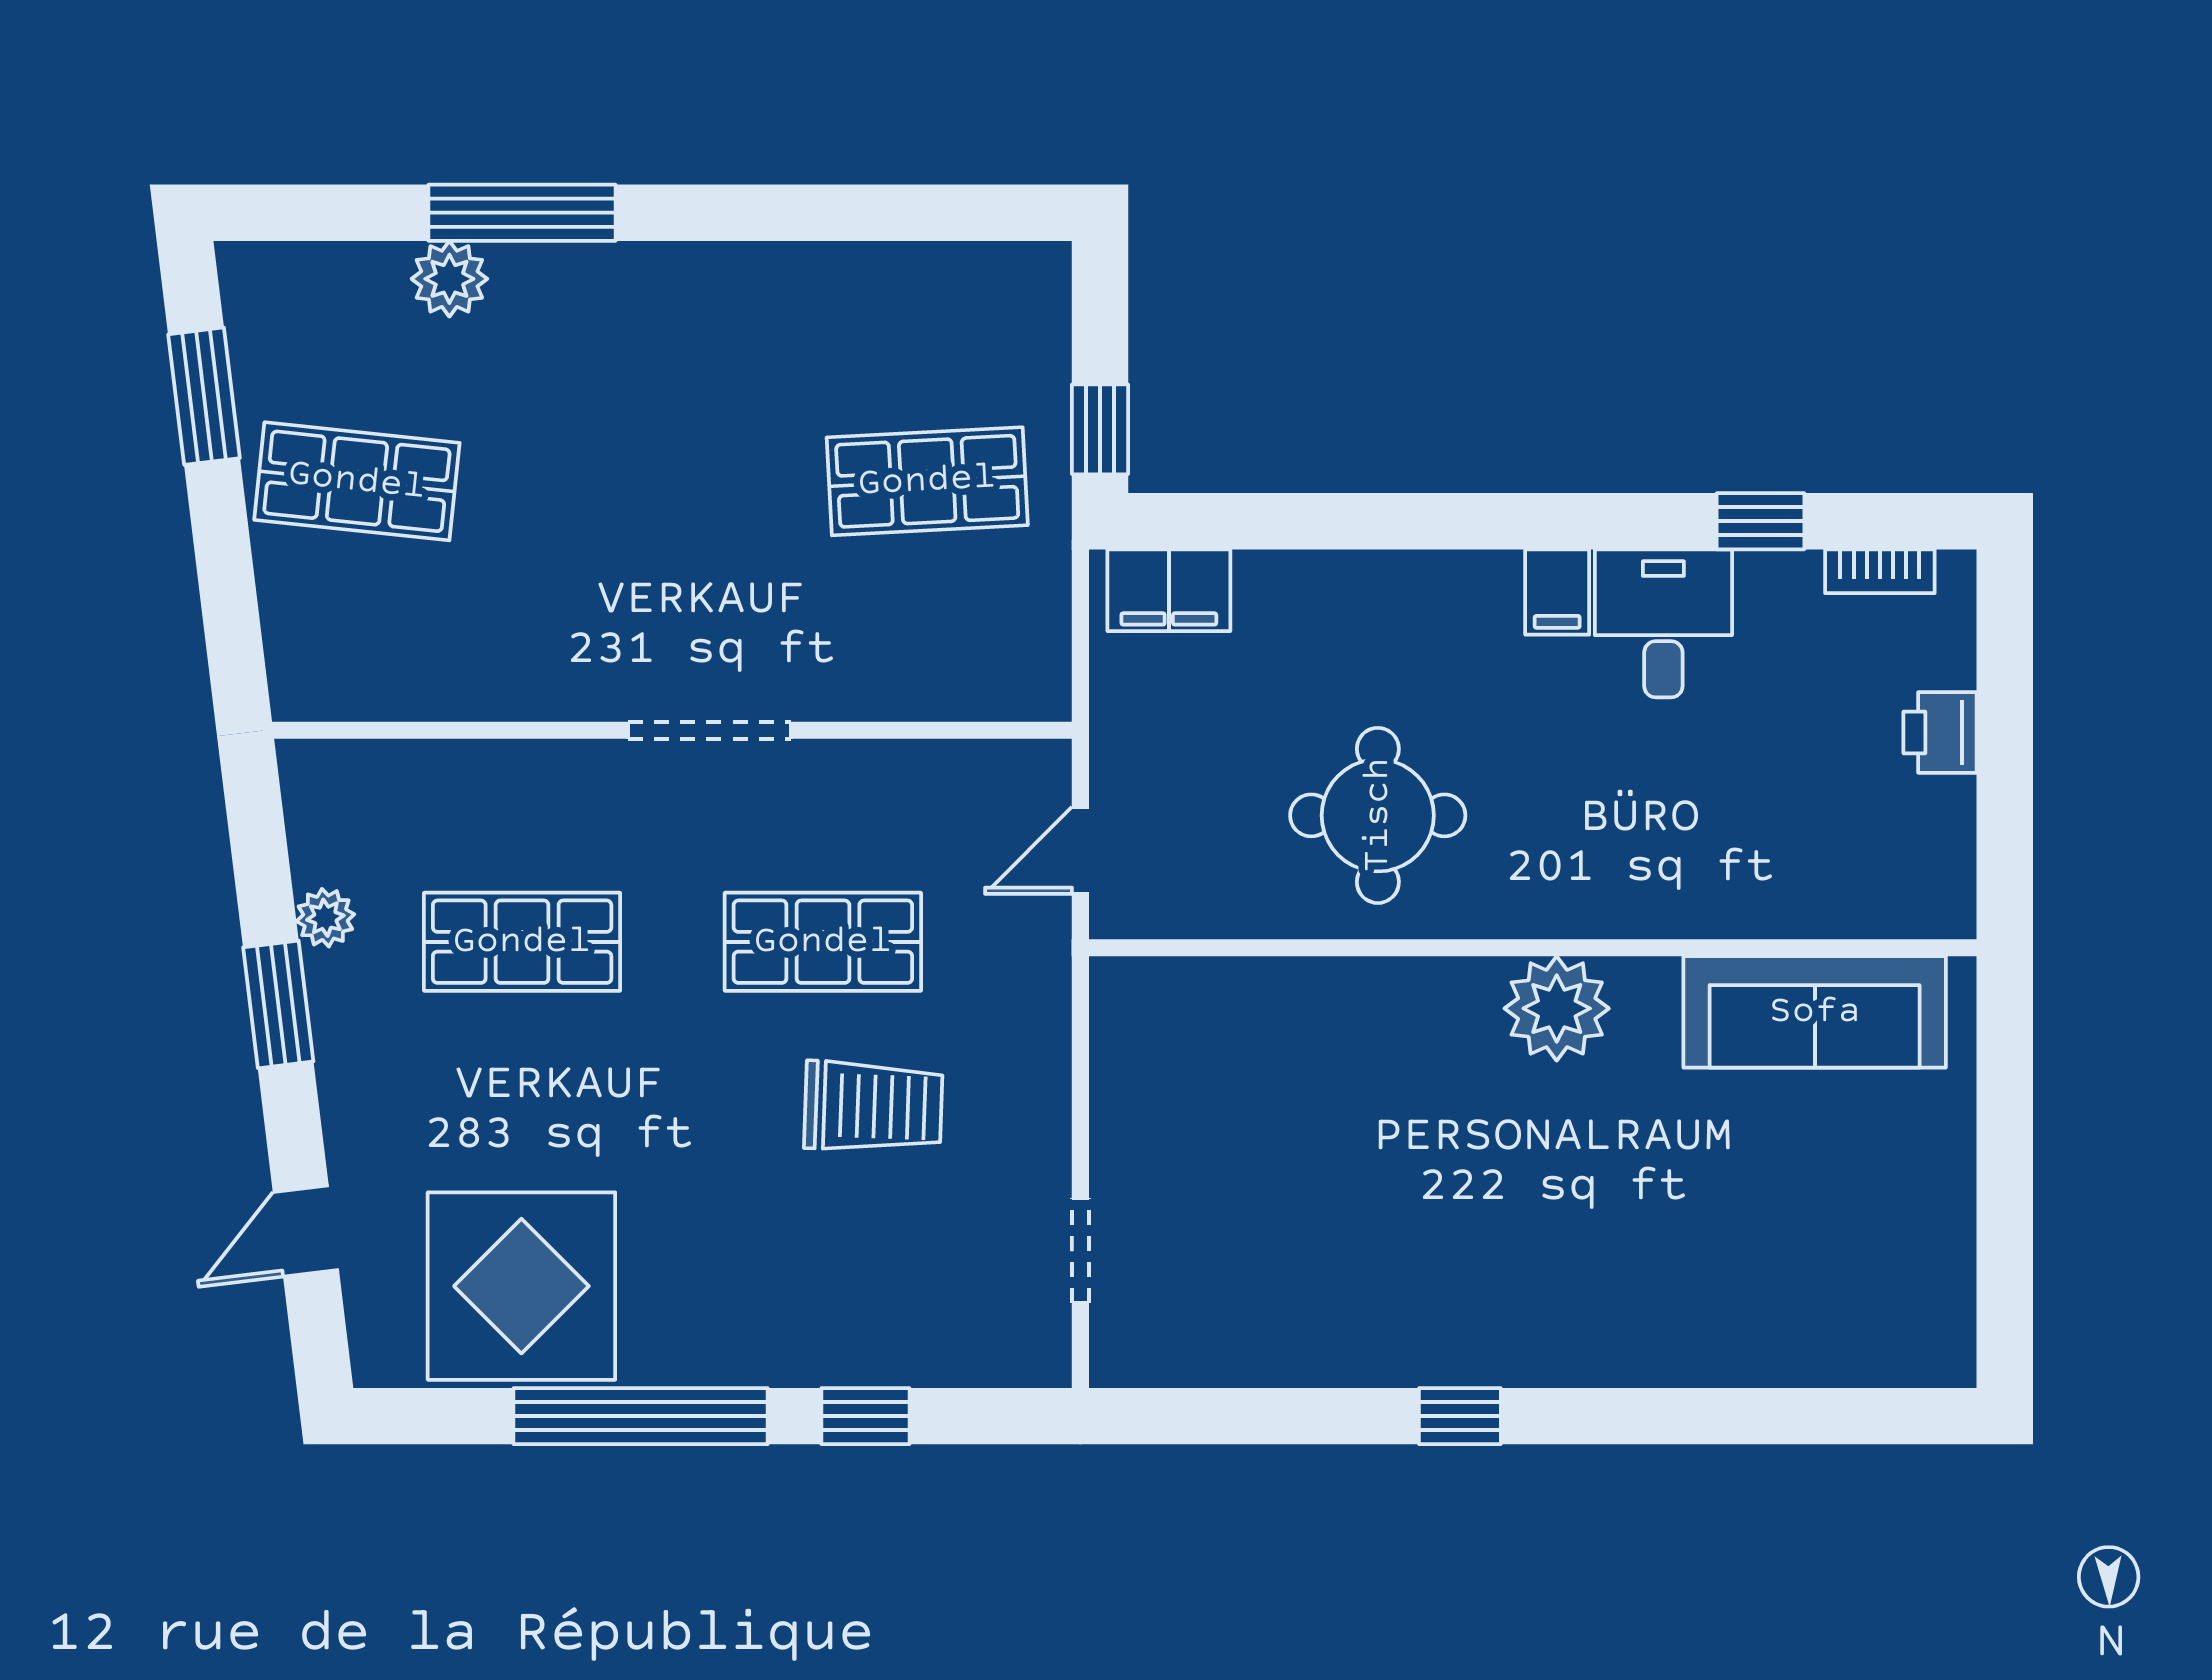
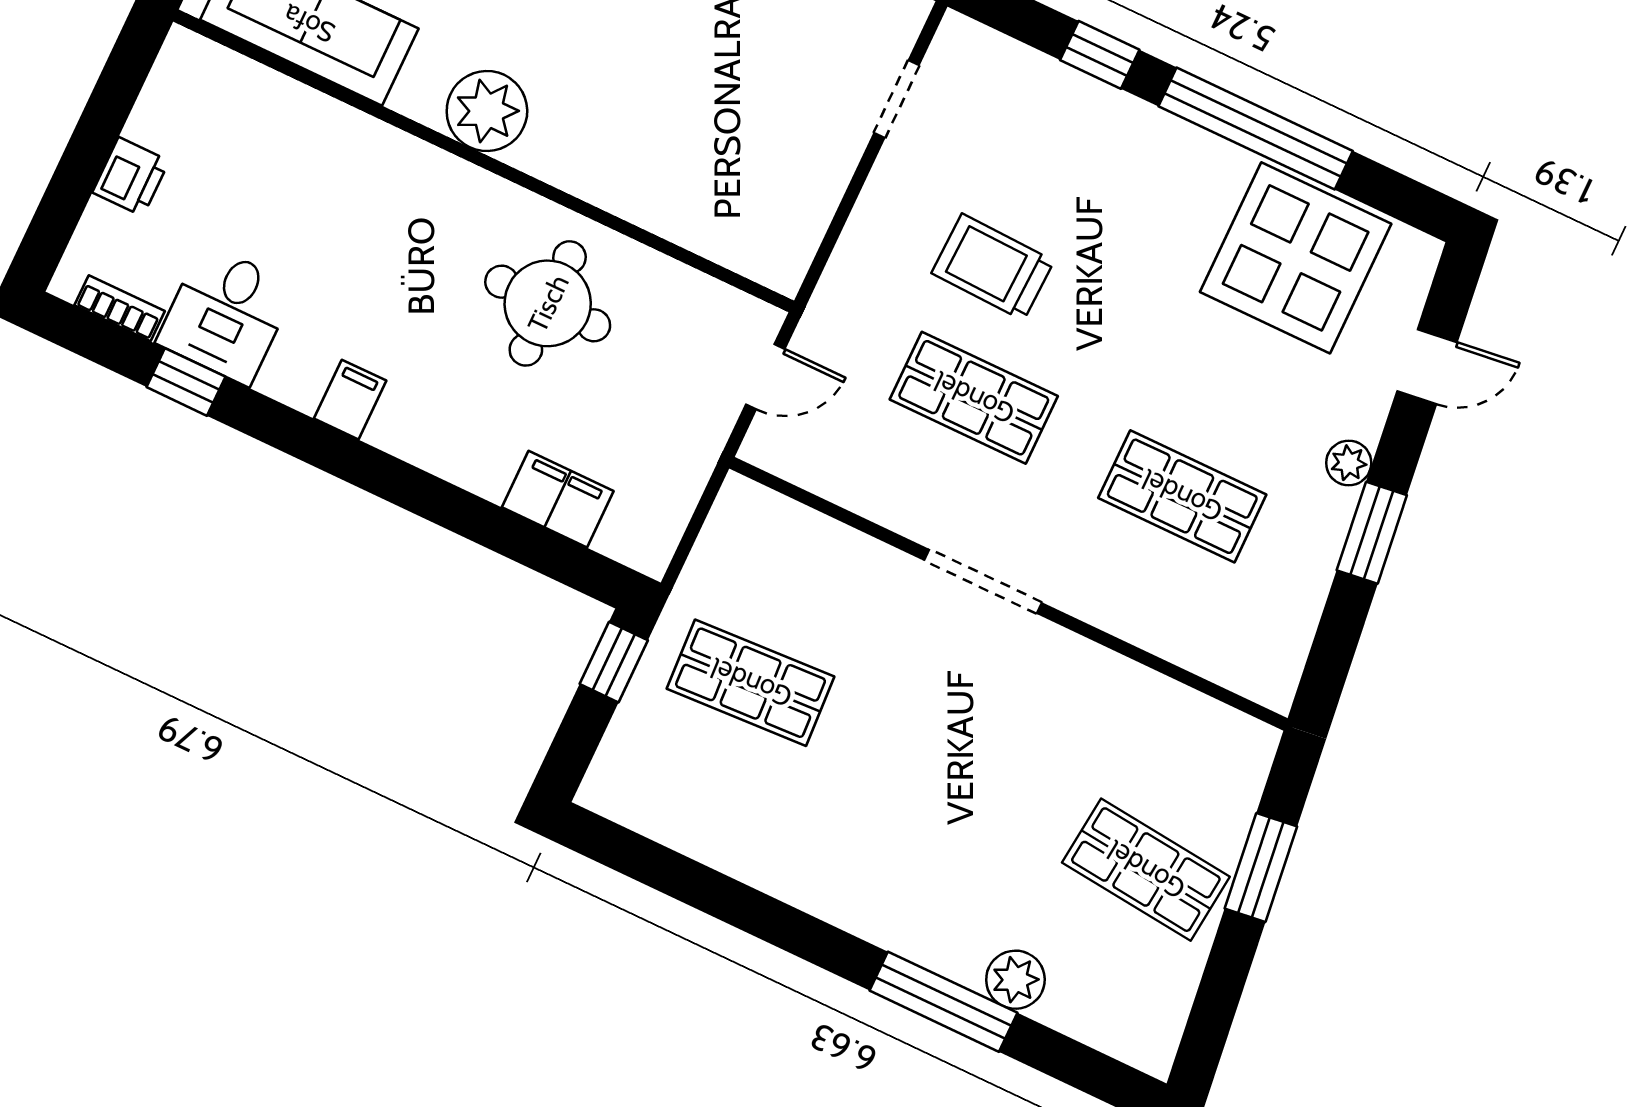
window: (204, 396) -> (1261, 867), moved
filing cabinet: (1169, 590) -> (558, 499), moved
desk: (1663, 623) -> (226, 314), moved
plant: (325, 918) -> (1349, 463), moved

